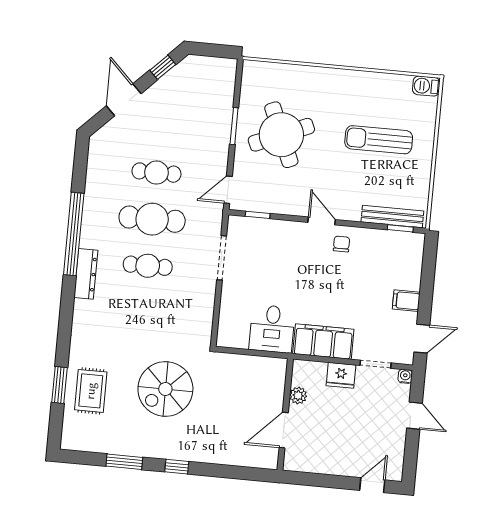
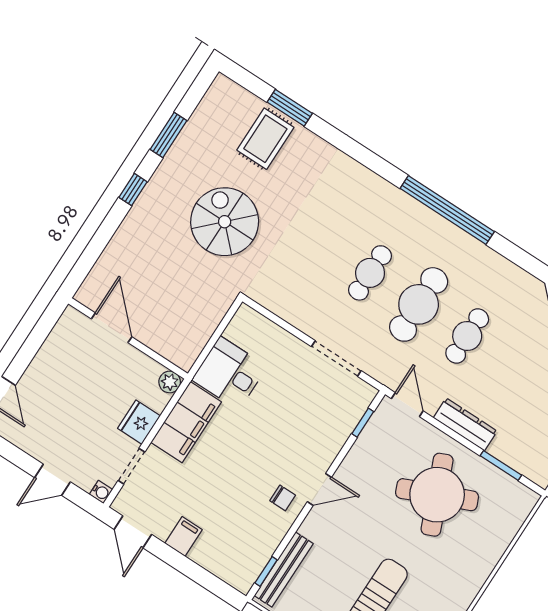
window: (234, 126) -> (501, 465), moved
dresser: (86, 274) -> (465, 424), moved, turned 180
rug: (91, 391) -> (265, 139), turned 90
plant: (298, 396) -> (170, 382), moved

